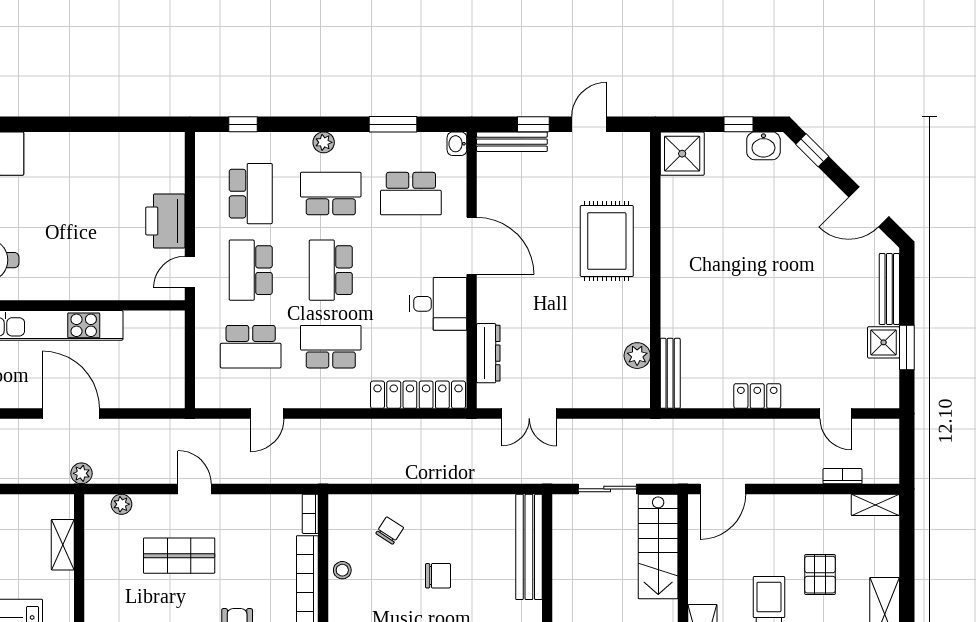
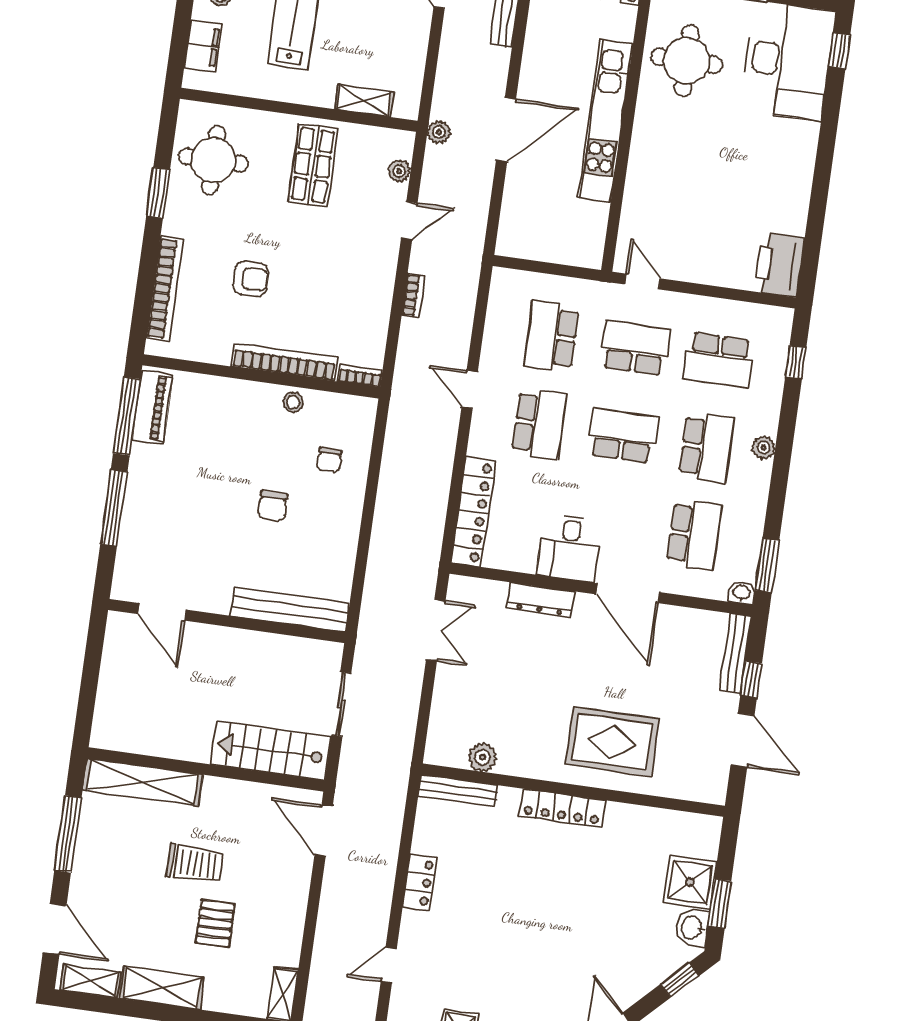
window: (393, 124) -> (767, 565), moved
door: (589, 124) -> (743, 740), width x1.38
window: (739, 124) -> (720, 904), width x1.50
shower: (682, 154) -> (690, 882), moved
school desk: (411, 194) -> (694, 535), turned 180
printer: (165, 221) -> (779, 265), moved, turned -90
door: (472, 246) -> (628, 593), hinge flipped
locker: (673, 277) -> (562, 808), added
dresser: (488, 353) -> (541, 600), moved
door: (267, 414) -> (470, 389), moved
double door: (529, 414) -> (436, 630), swing flipped
bookcase: (842, 476) -> (413, 295), moved
door: (195, 489) -> (409, 221), moved
chair: (390, 531) -> (329, 460), turned 57
shop shelf: (179, 556) -> (313, 165), moved
pallet: (820, 575) -> (215, 923), turned 90

